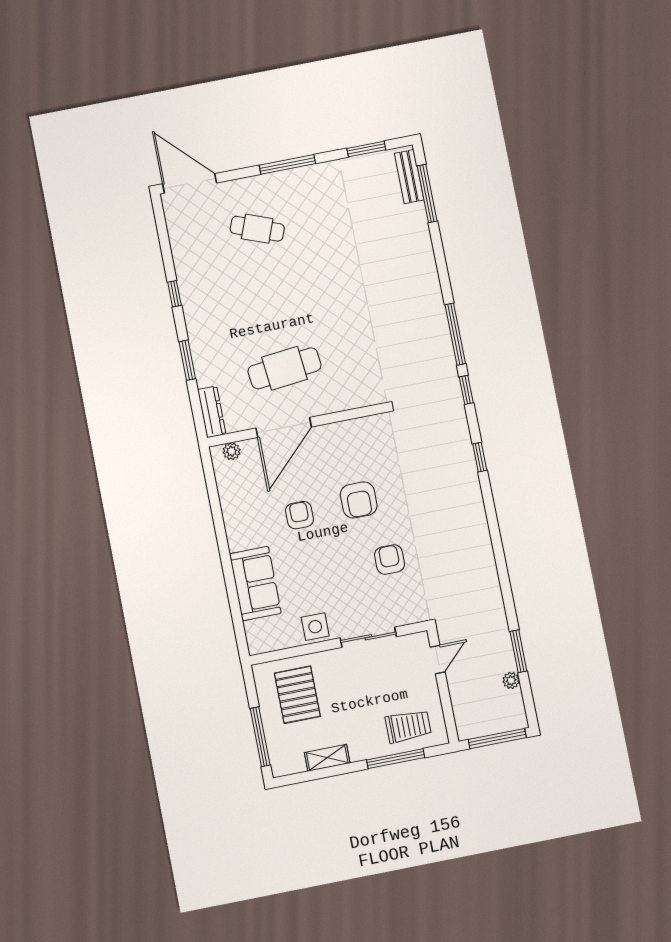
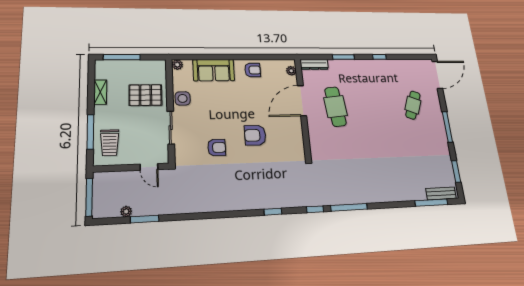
door: (284, 427) -> (302, 101), hinge flipped
armchair: (299, 515) -> (253, 70), moved
plant: (257, 645) -> (177, 65), added
pallet: (297, 695) -> (145, 95), moved

